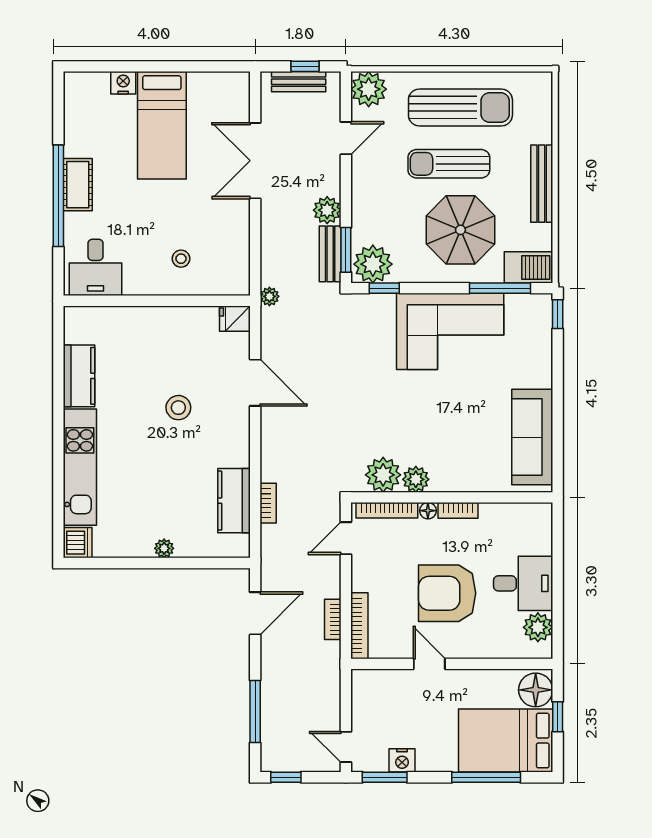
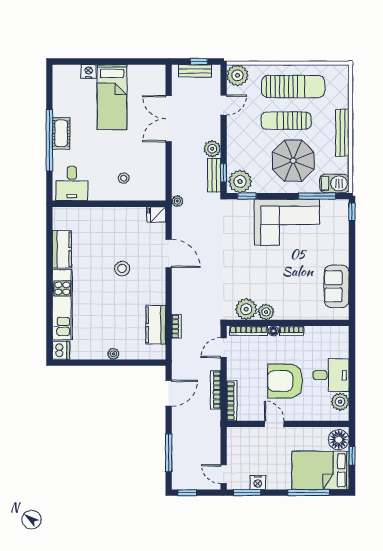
window: (346, 250) -> (224, 173), width x0.67
sofa: (532, 437) -> (337, 286), width x0.73
bookcase: (333, 619) -> (216, 390), width x1.56

